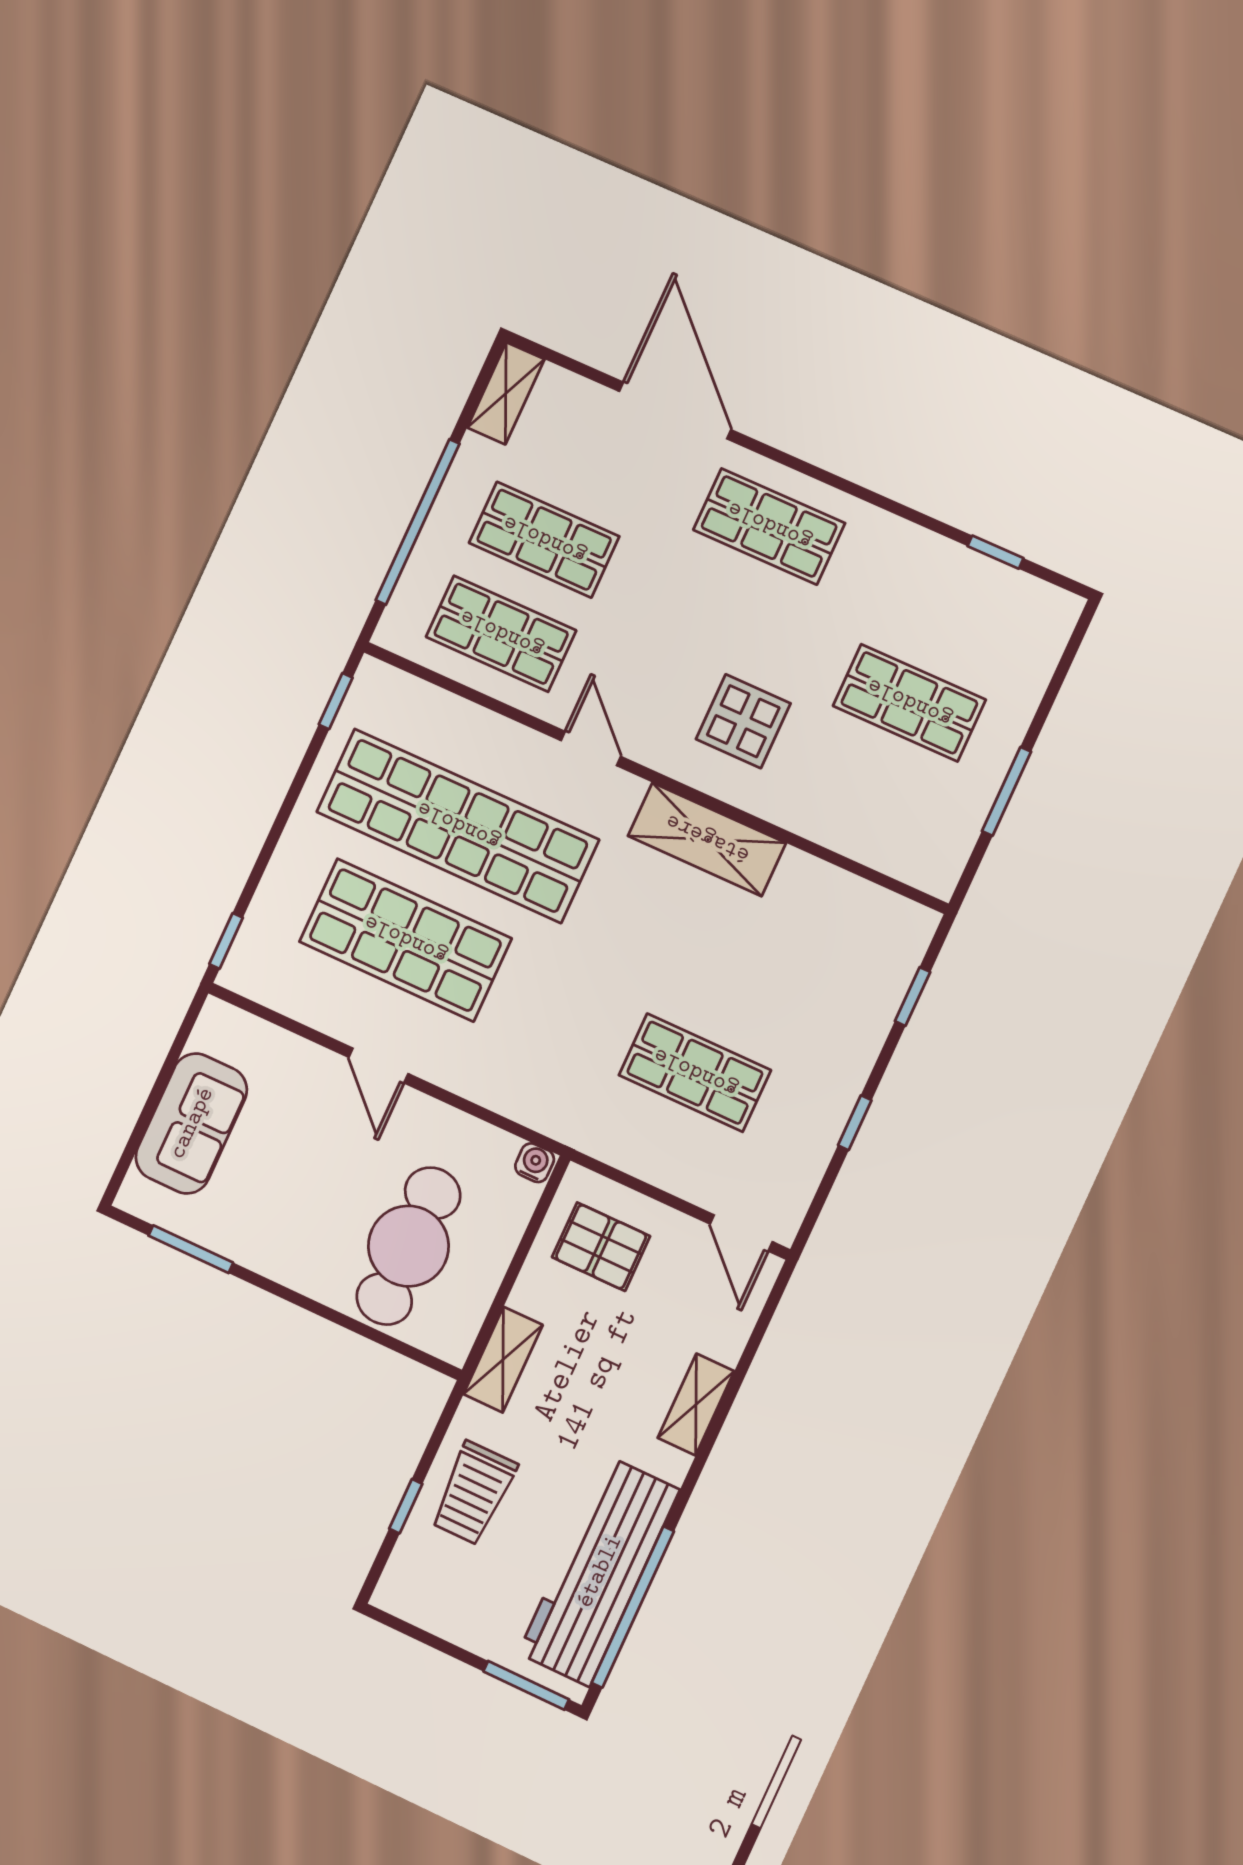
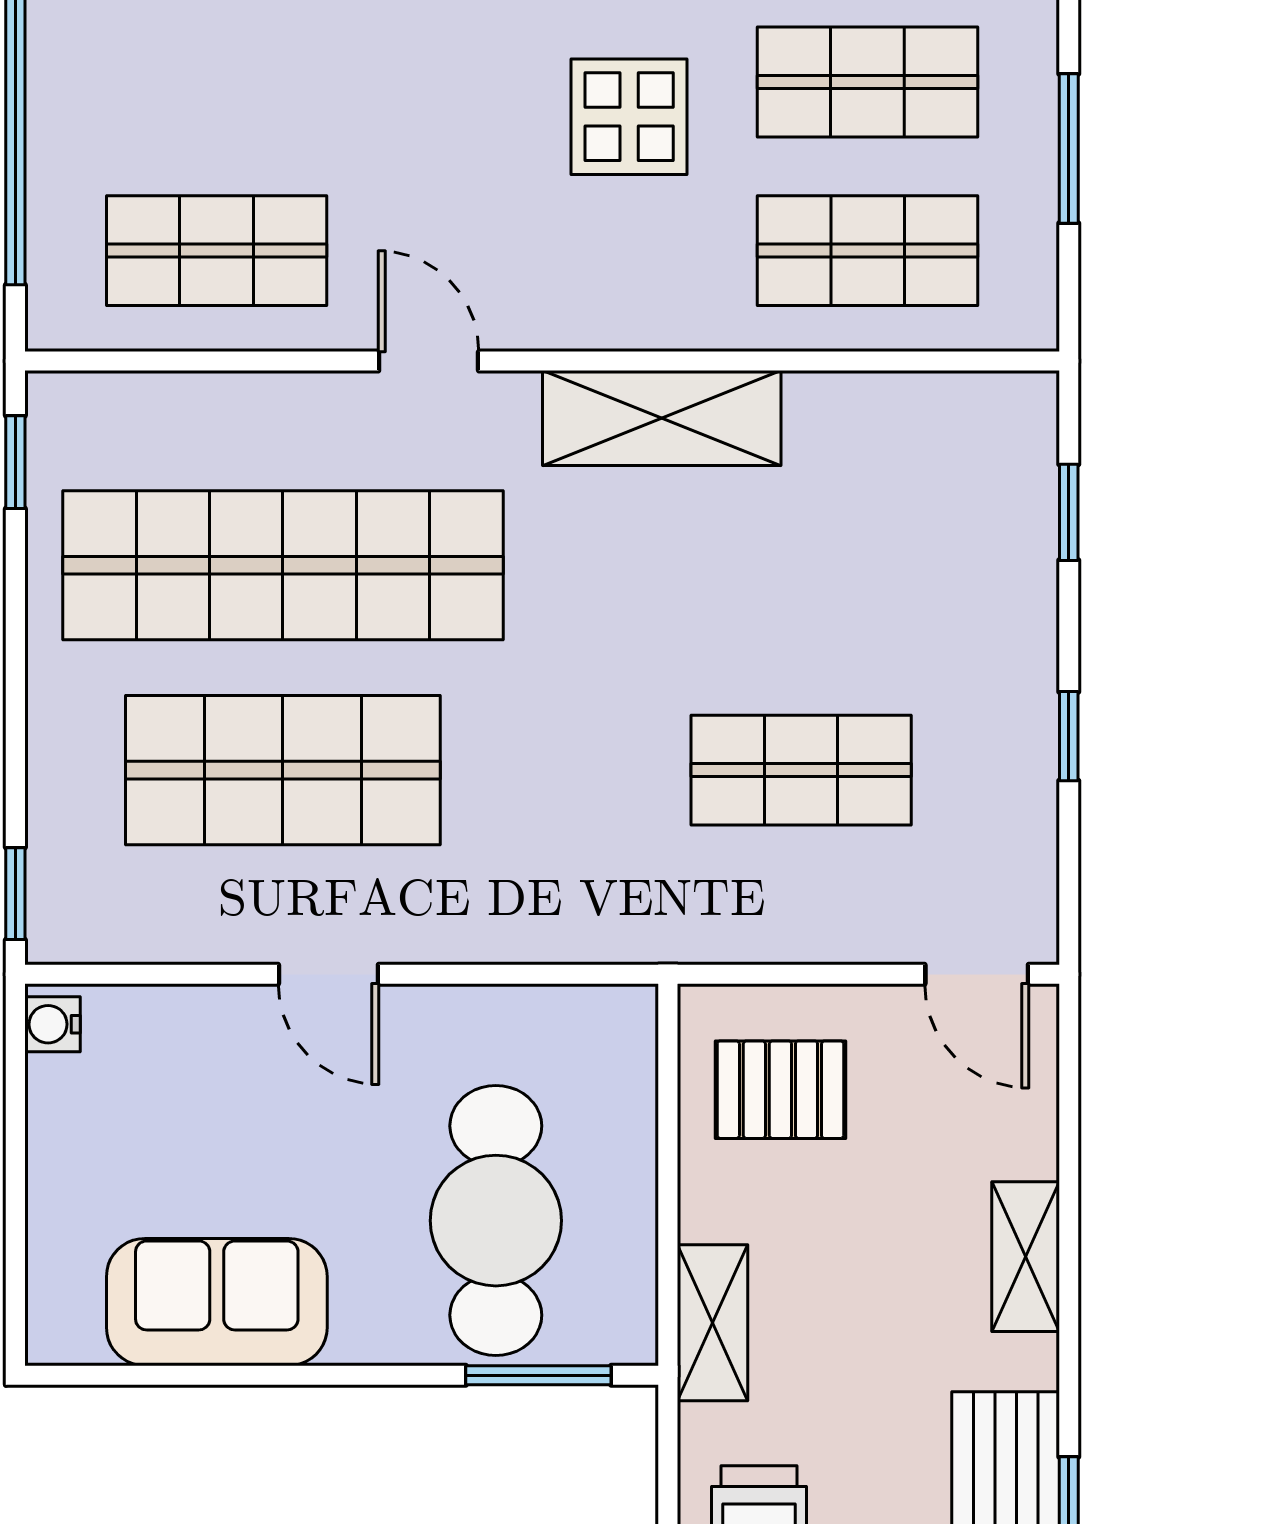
shop shelf: (544, 540) -> (867, 251), moved
display table: (743, 721) -> (629, 117), moved
sofa: (191, 1123) -> (217, 1302), moved, turned -90
water cooler: (535, 1163) -> (52, 1024), moved, turned -90
window: (191, 1249) -> (538, 1375), moved

